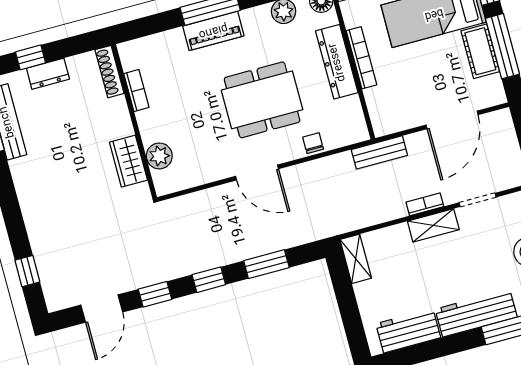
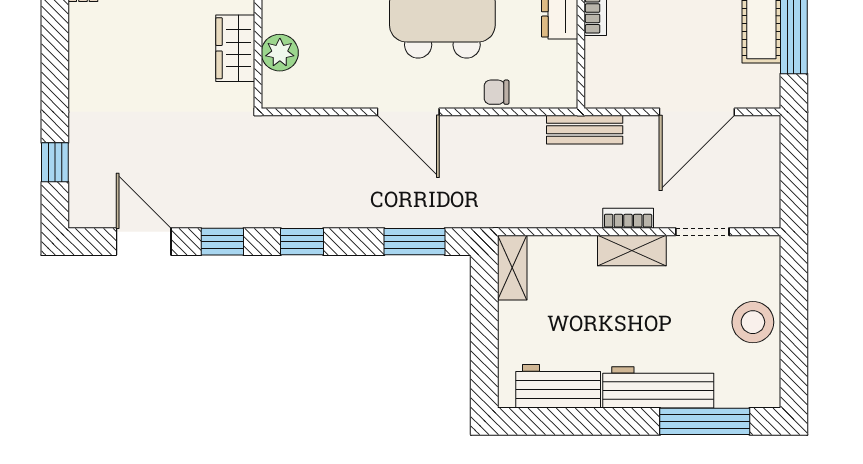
chair: (313, 143) -> (497, 92), turned -90
window: (266, 264) -> (414, 242), moved
door: (102, 309) -> (144, 242), swing flipped

